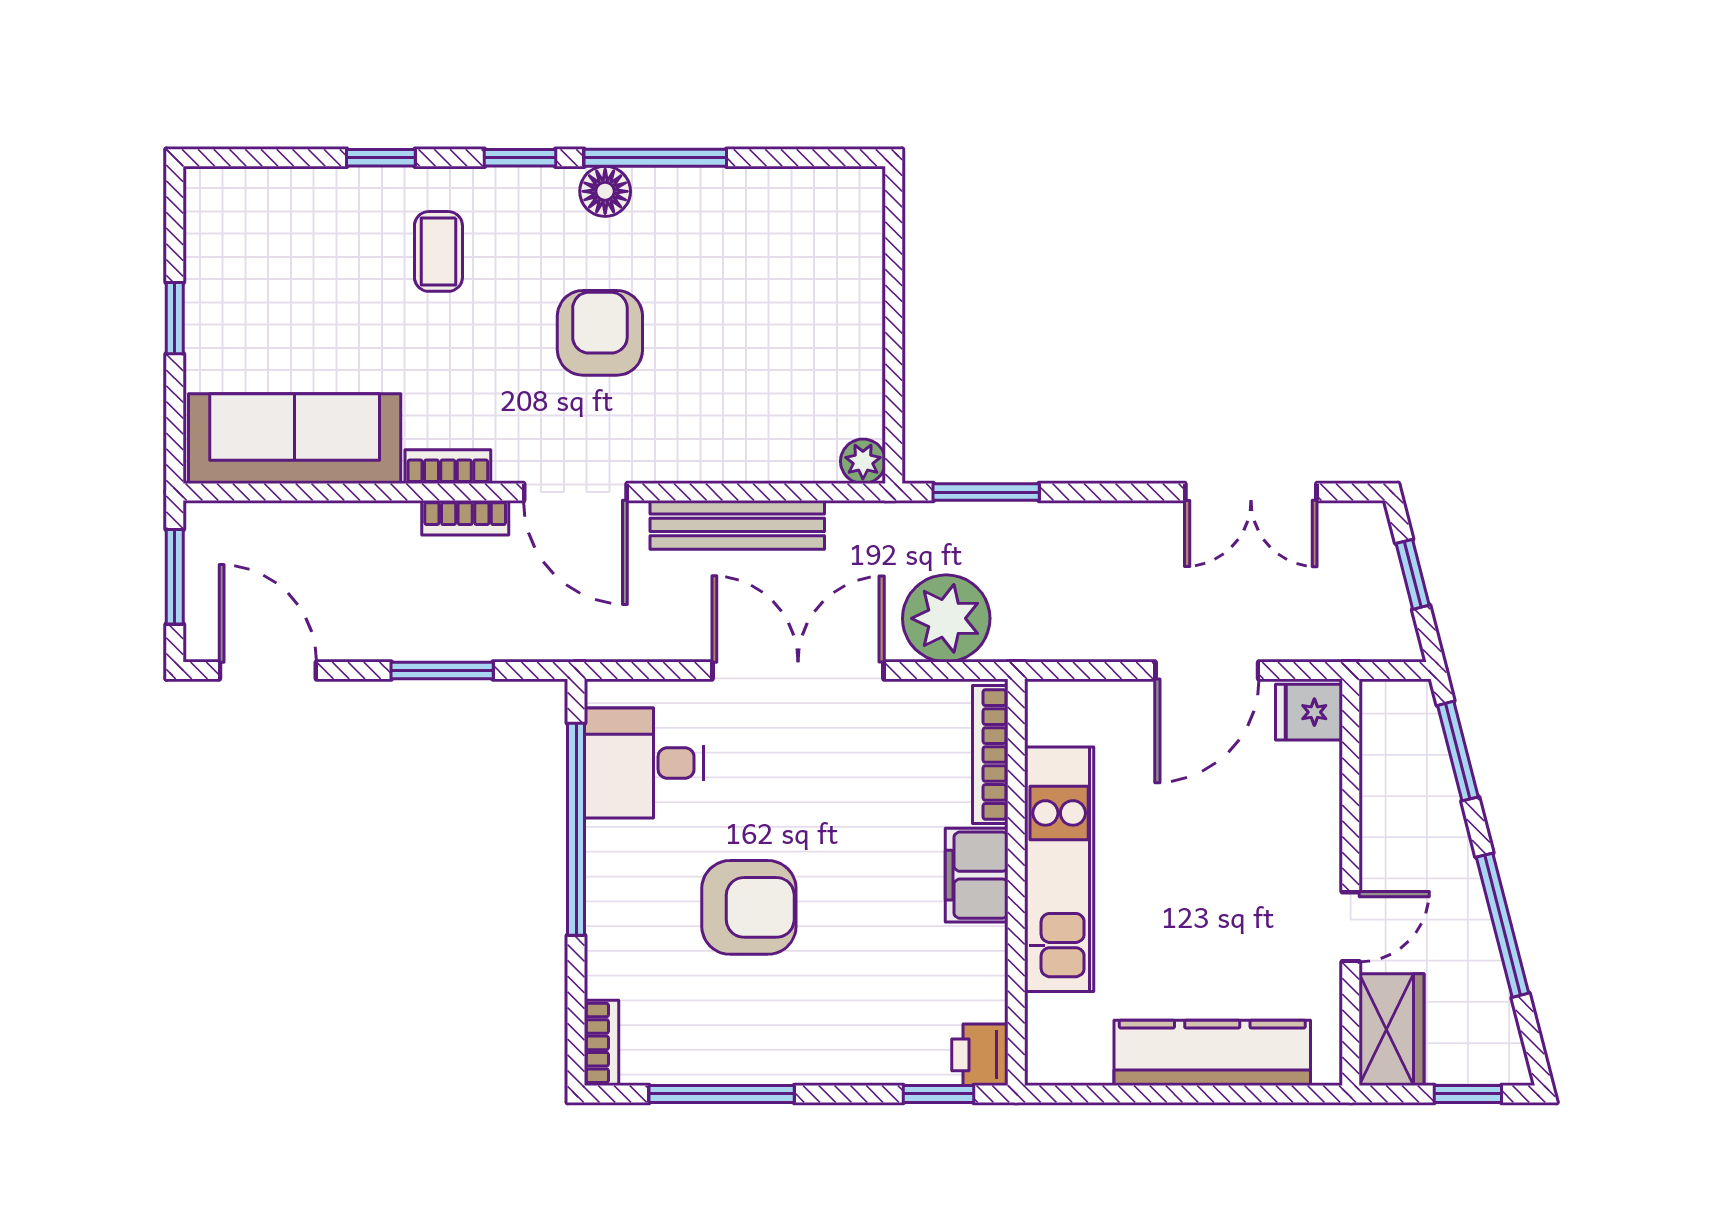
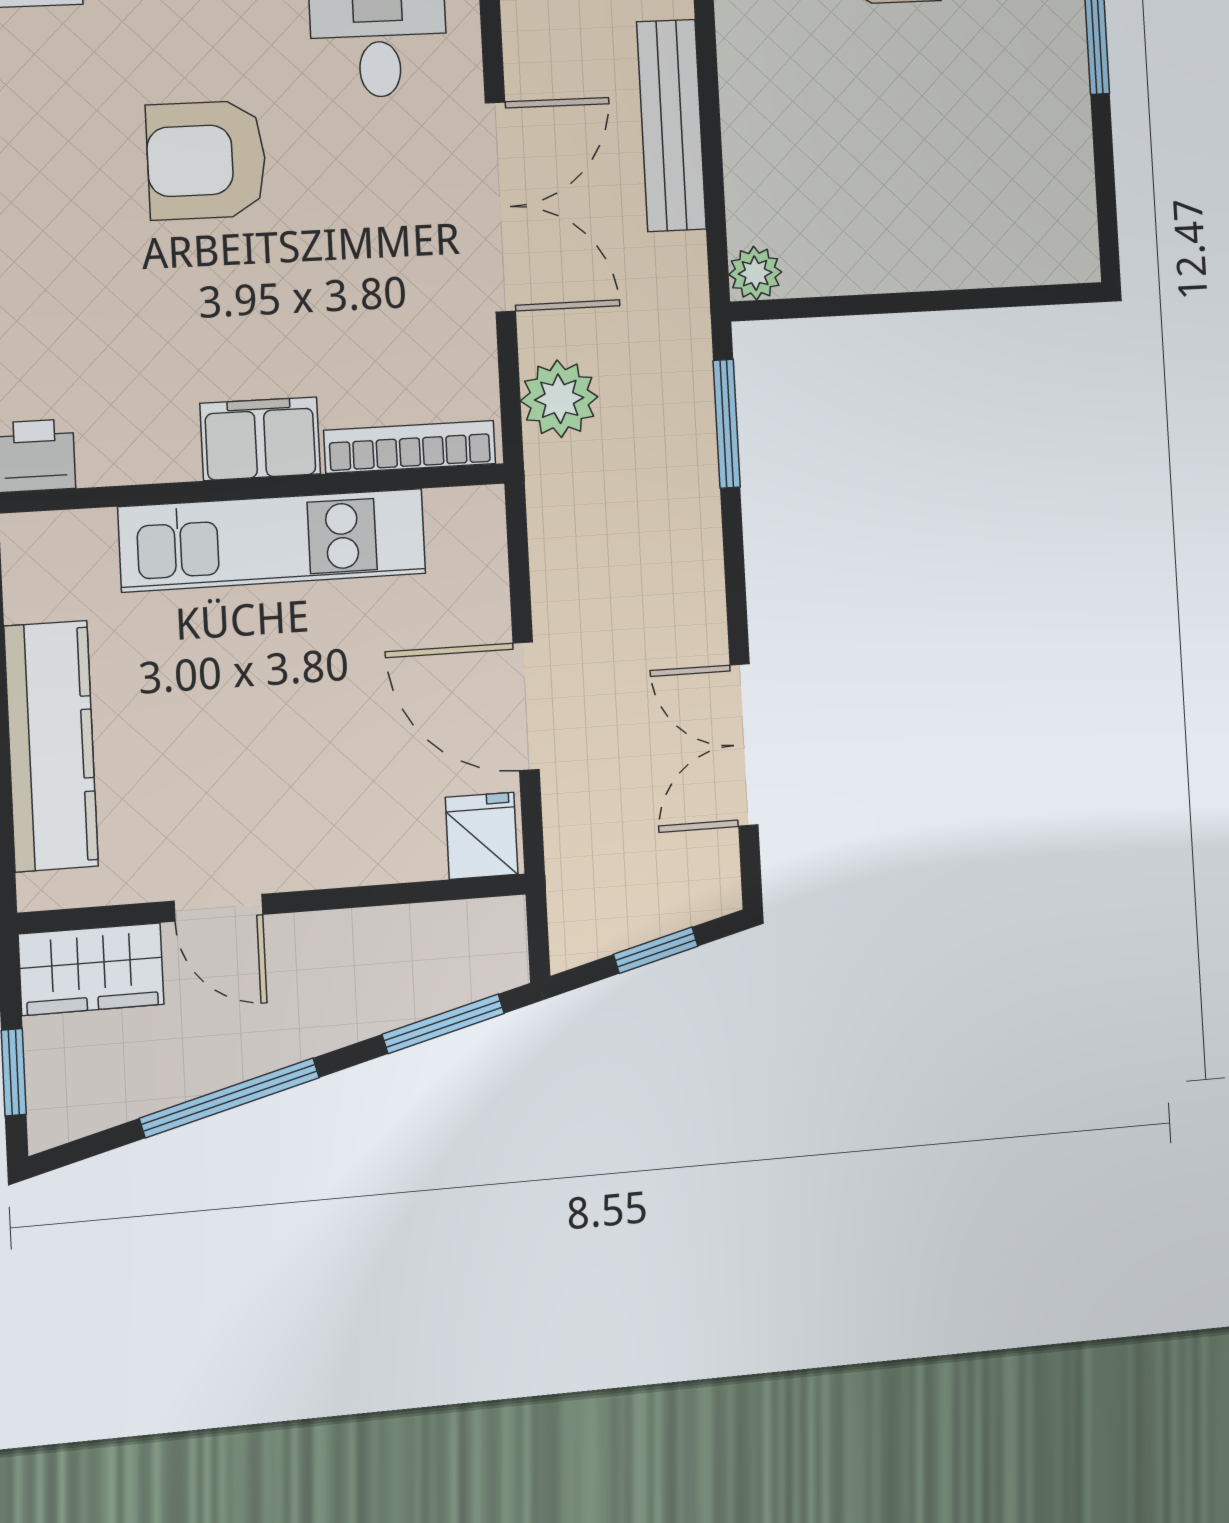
plant: (946, 618) -> (559, 399), width x0.73, depth x0.73
armchair: (749, 907) -> (206, 160), turned 90

